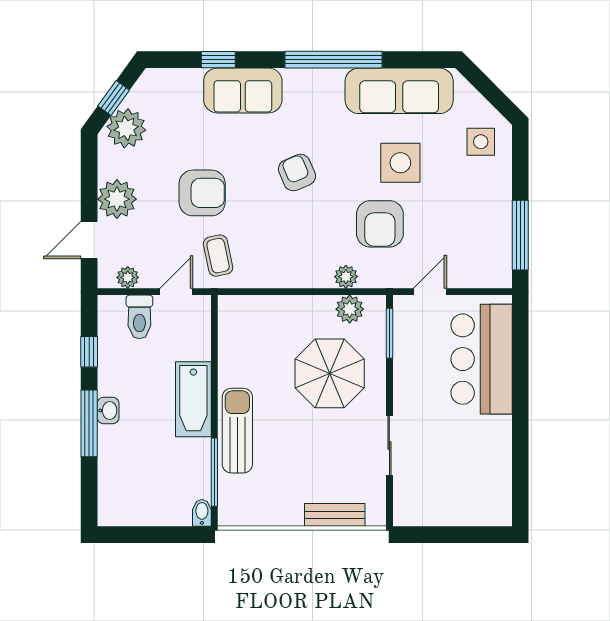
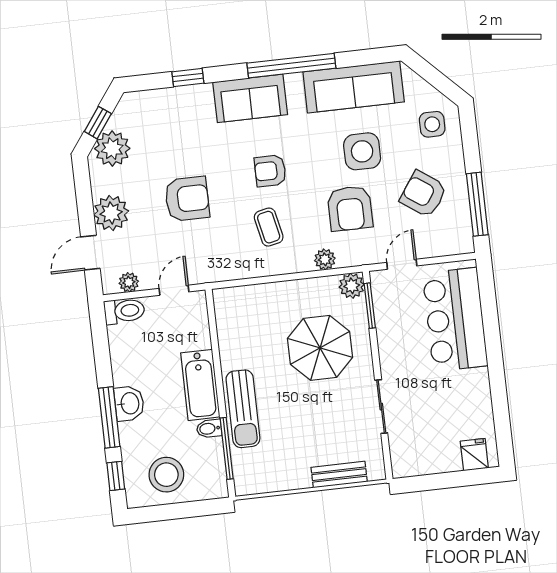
sofa: (243, 90) -> (250, 98), moved
armchair: (297, 173) -> (270, 171), turned -67
armchair: (462, 217) -> (423, 194), added
coffee table: (218, 256) -> (269, 227), moved
plant: (350, 309) -> (352, 286), moved
toilet: (139, 317) -> (124, 311), moved, turned -90
window: (89, 352) -> (116, 476), moved
washbasin: (108, 410) -> (129, 403), width x1.38, depth x1.45
sun lounger: (237, 431) -> (243, 409), turned 180
stool: (145, 493) -> (166, 475), added
fridge: (486, 510) -> (474, 455), added
bidet: (202, 513) -> (209, 429), moved, turned -90

